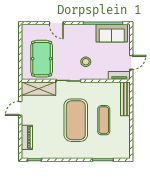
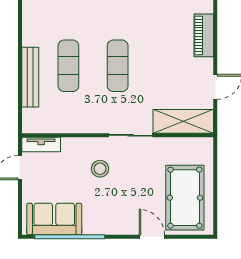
pool table: (42, 59) -> (185, 198), moved
bench: (125, 99) -> (30, 77), moved
exercise mat: (76, 120) -> (118, 66), width x0.50, depth x0.69

